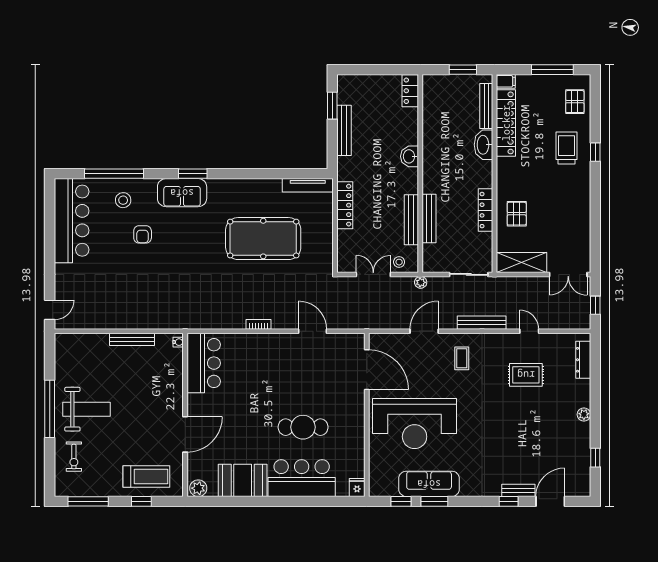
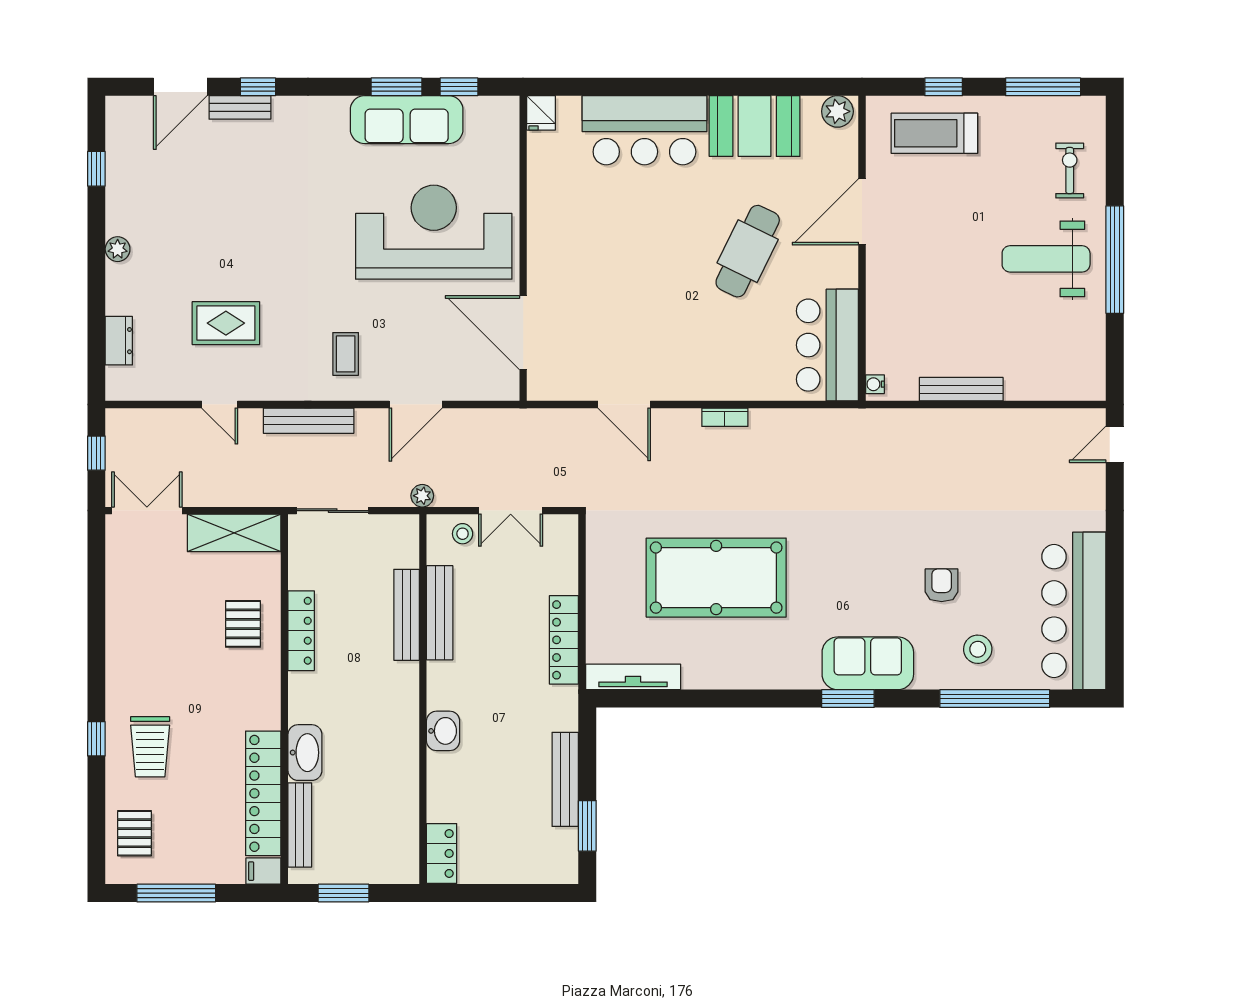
dresser: (583, 360) -> (119, 341), width x0.70
cafe table: (303, 427) -> (748, 251), moved, turned -64

